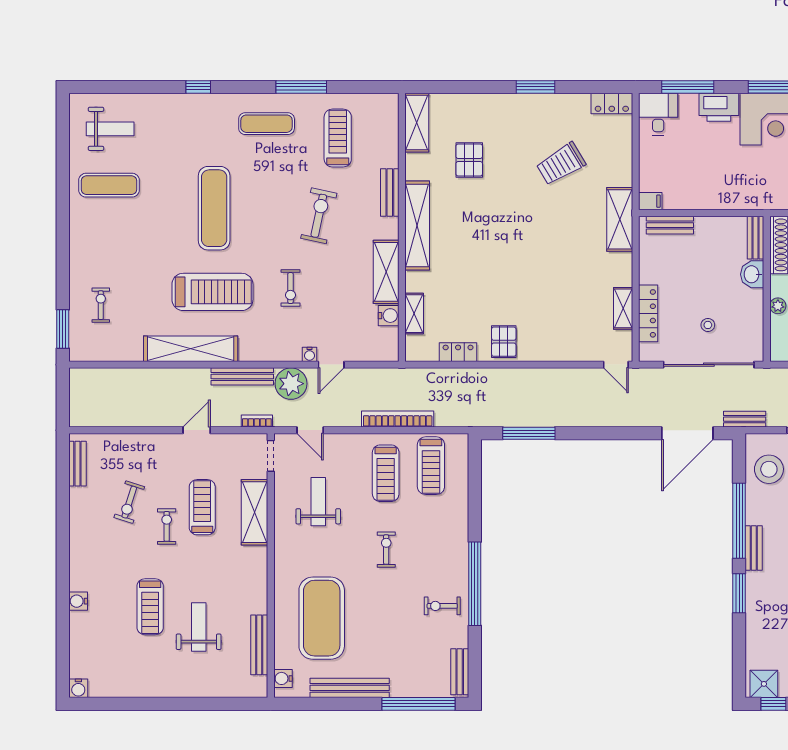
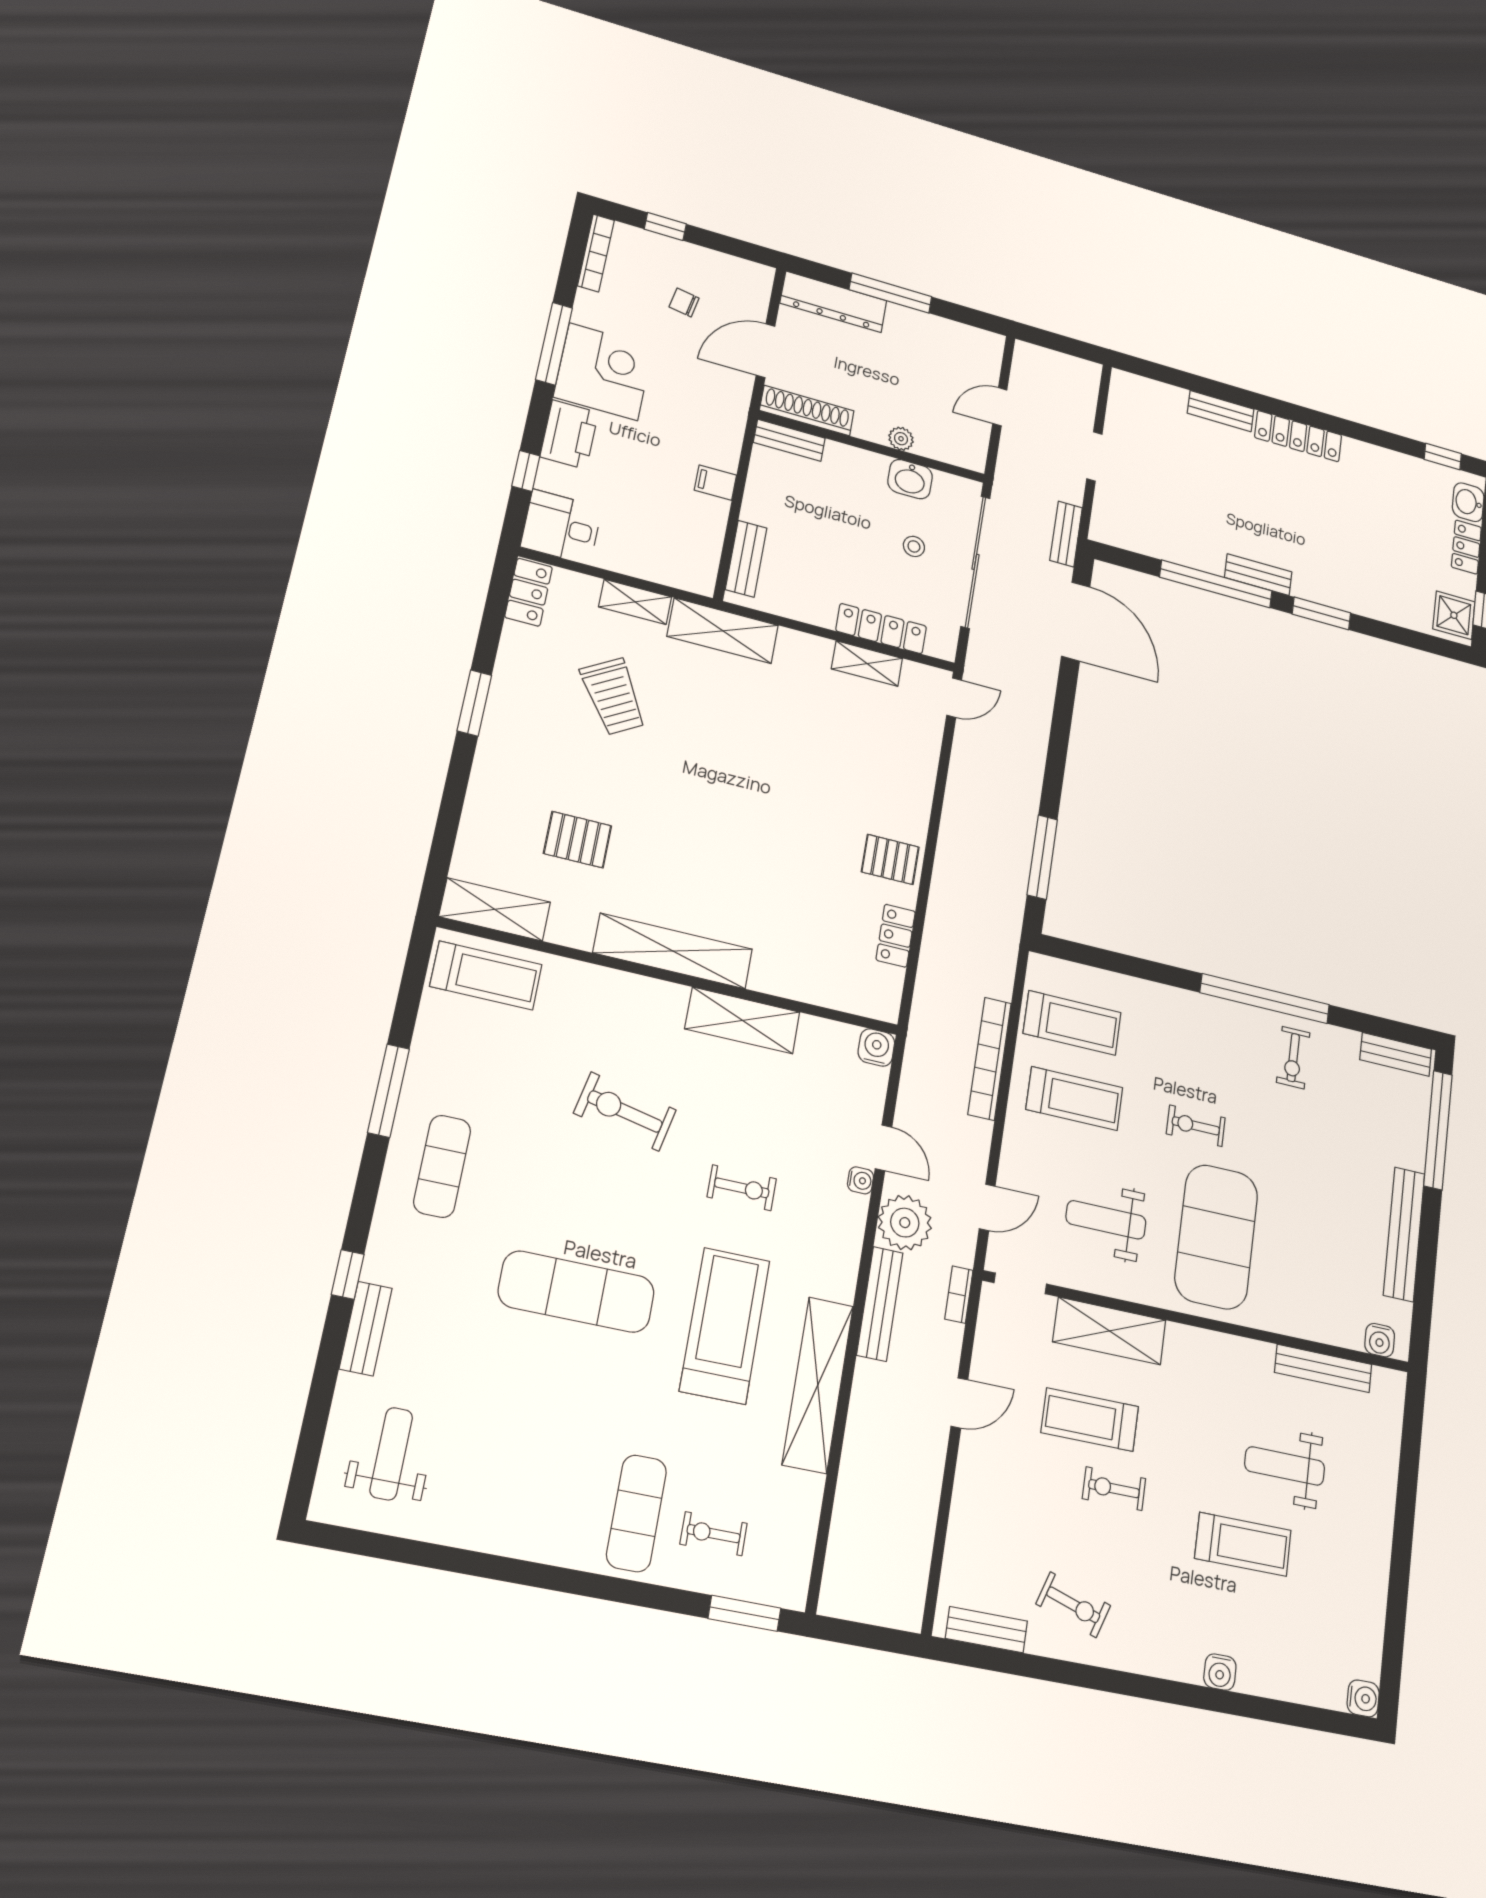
window: (688, 87) -> (526, 471), width x0.46
treadmill: (338, 138) -> (486, 975), moved, turned 180
exercise mat: (109, 185) -> (636, 1513), moved
bench: (390, 193) -> (366, 1328), moved, turned 90
filing cabinet: (650, 201) -> (715, 483), moved, turned -90
washbasin: (752, 274) -> (910, 479), moved
shelving: (414, 314) -> (635, 602), moved
water cooler: (389, 316) -> (876, 1047), moved
door: (197, 430) -> (959, 1403), swing flipped
stool: (769, 469) -> (1145, 521), removed
exercise bike: (129, 502) -> (1073, 1605), moved
exercise mat: (322, 618) -> (1216, 1237), moved, turned 90

